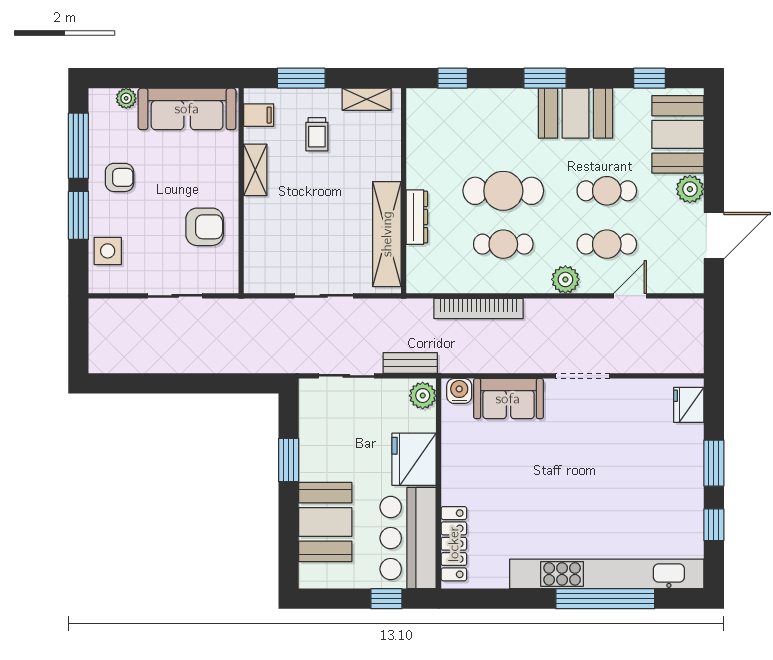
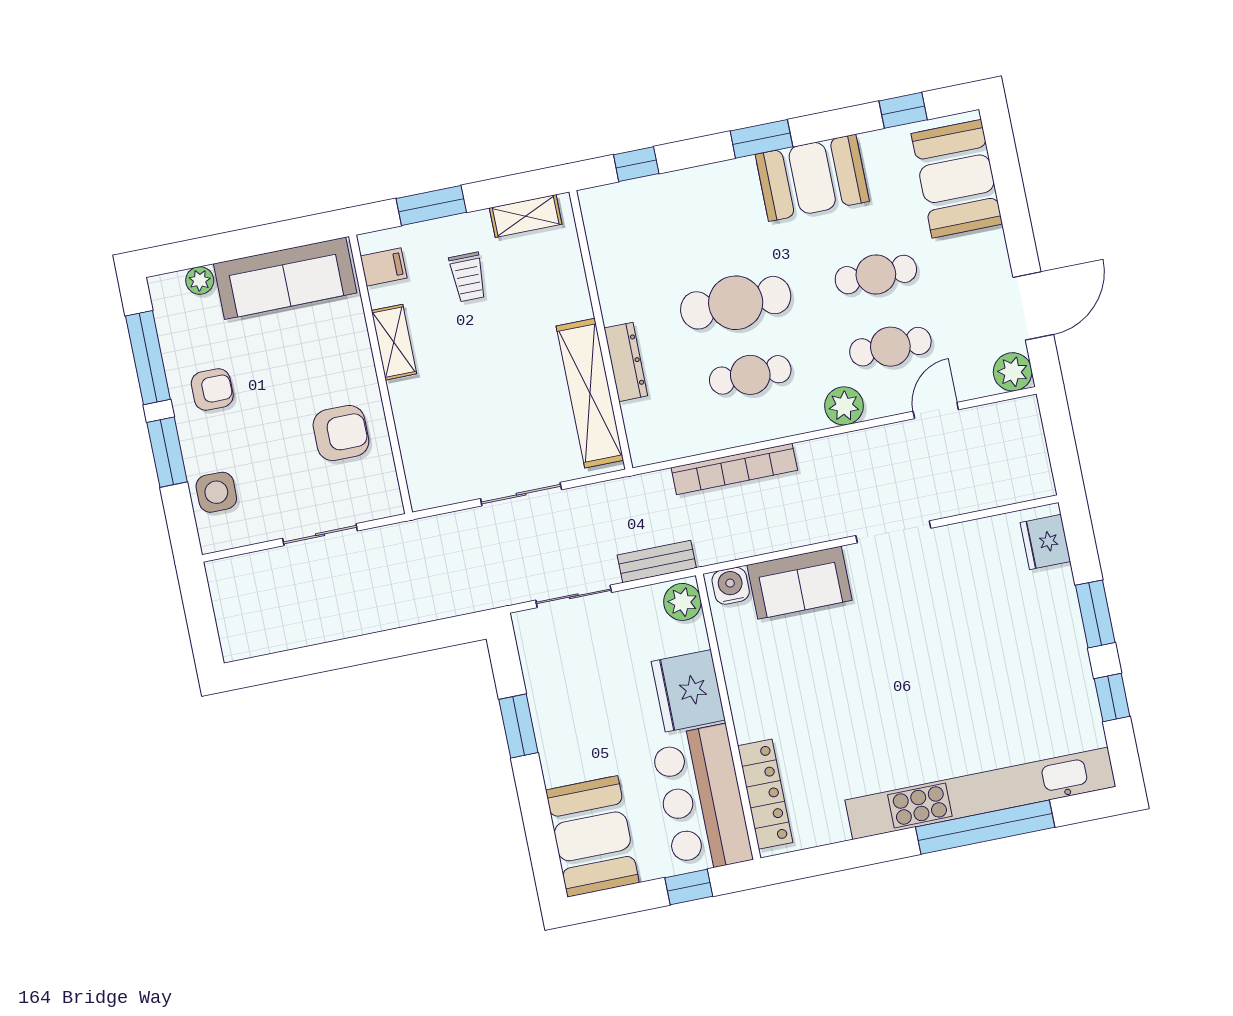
plant: (690, 189) -> (1013, 372), moved
booth: (325, 522) -> (592, 836), moved

